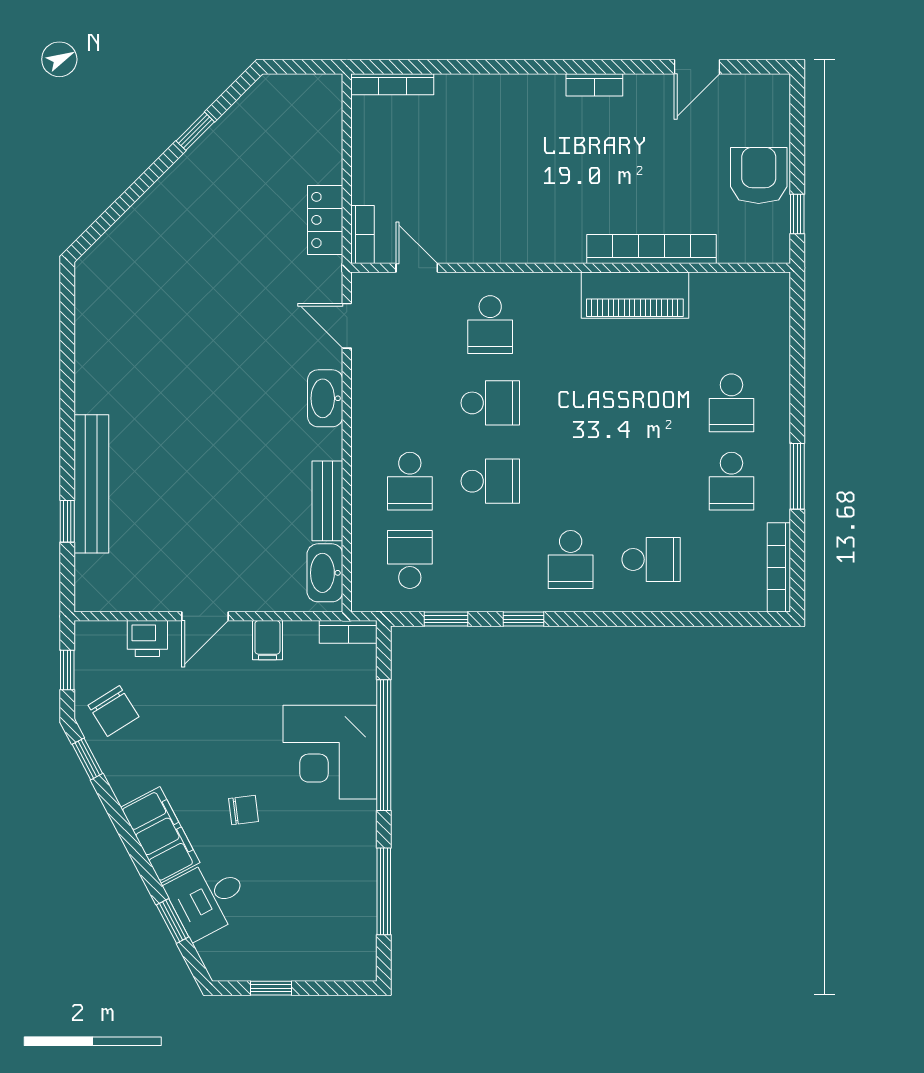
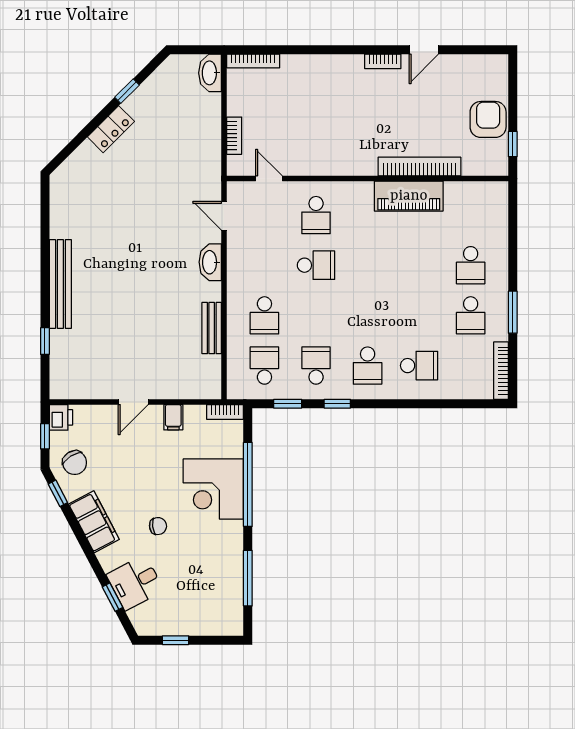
door: (697, 67) -> (424, 50), moved
locker: (325, 220) -> (111, 129), moved, turned -135
bookcase: (363, 235) -> (234, 136), moved
school desk: (490, 481) -> (316, 366), moved, turned -90
bench: (91, 484) -> (60, 284), moved
washbasin: (325, 573) -> (210, 73), moved
printer: (147, 639) -> (61, 417), moved, turned -90
filing cabinet: (160, 835) -> (94, 522), moved

